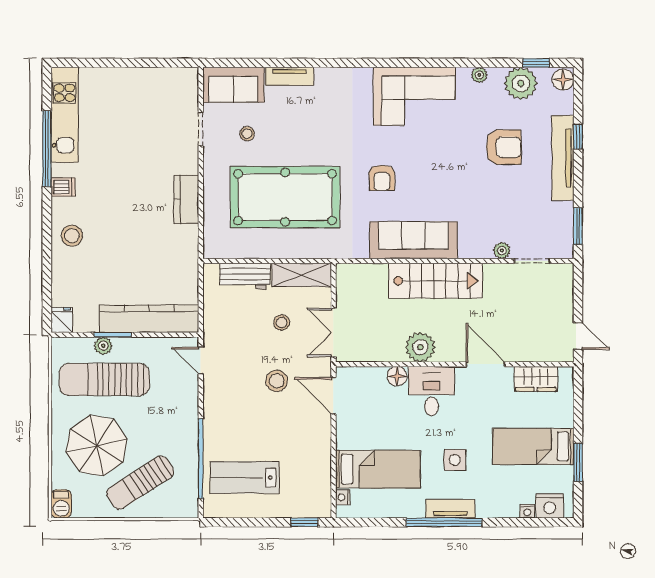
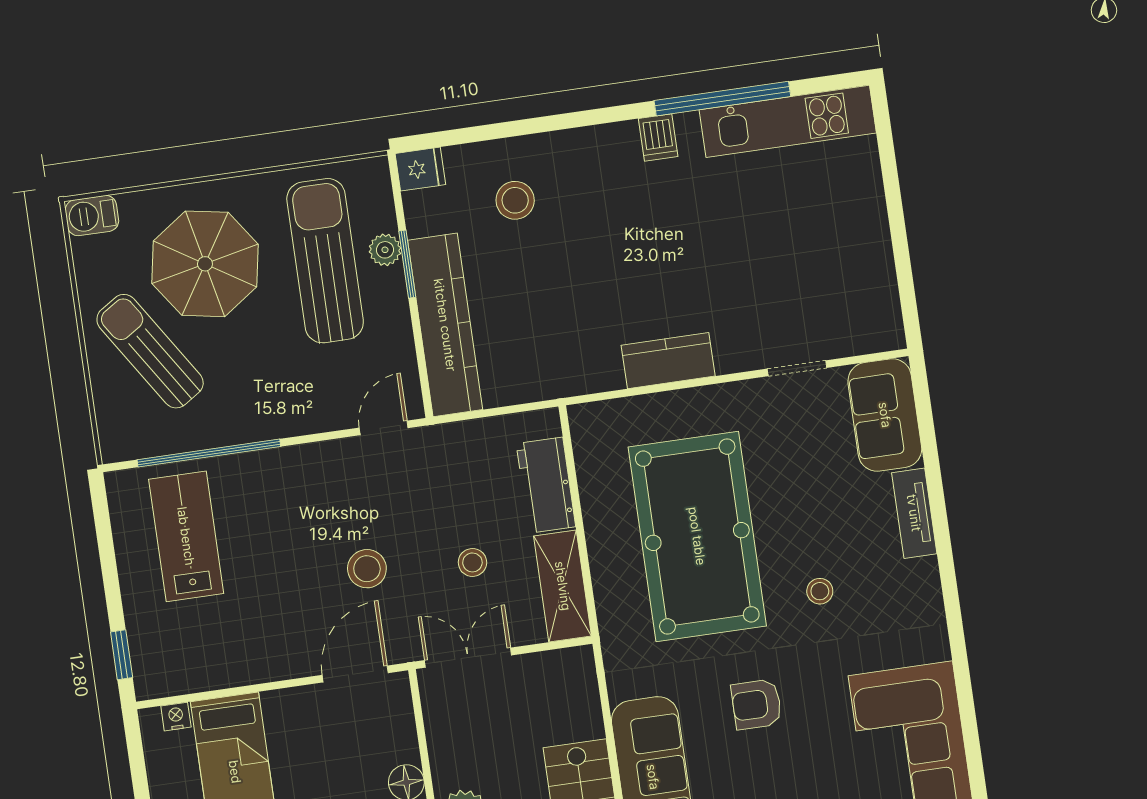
stool: (247, 134) -> (820, 591), moved
stool: (72, 236) -> (515, 200), moved

